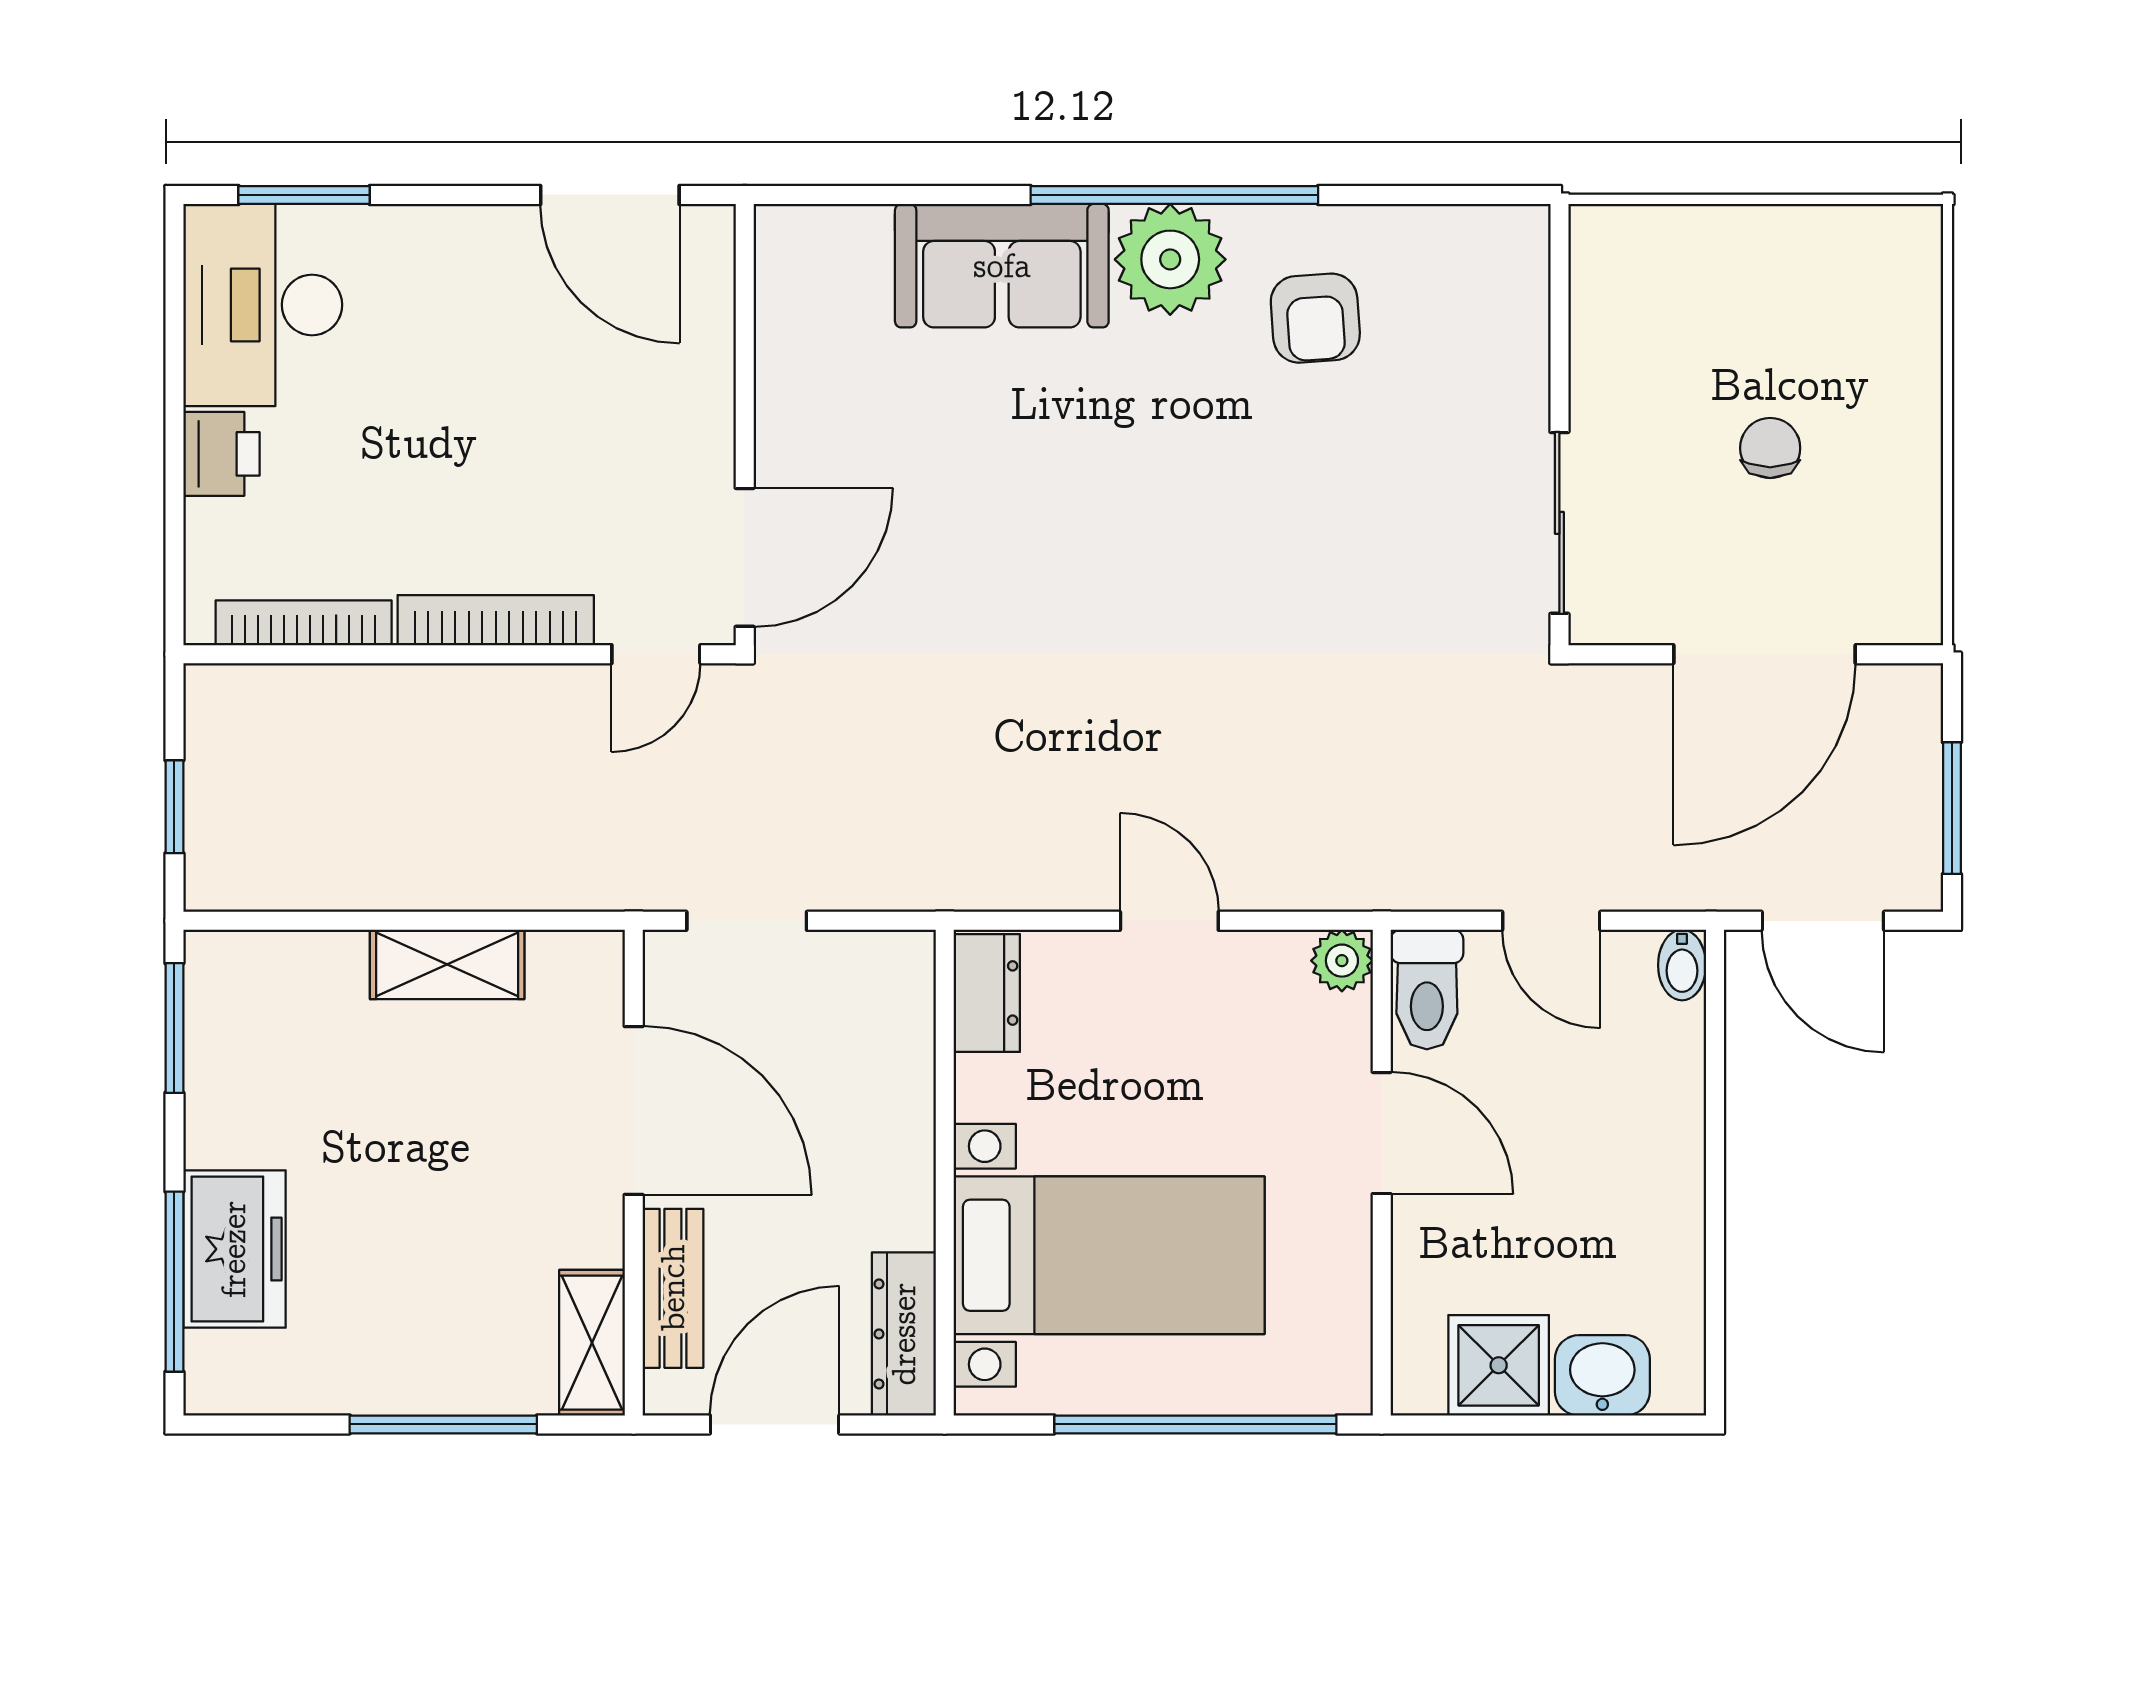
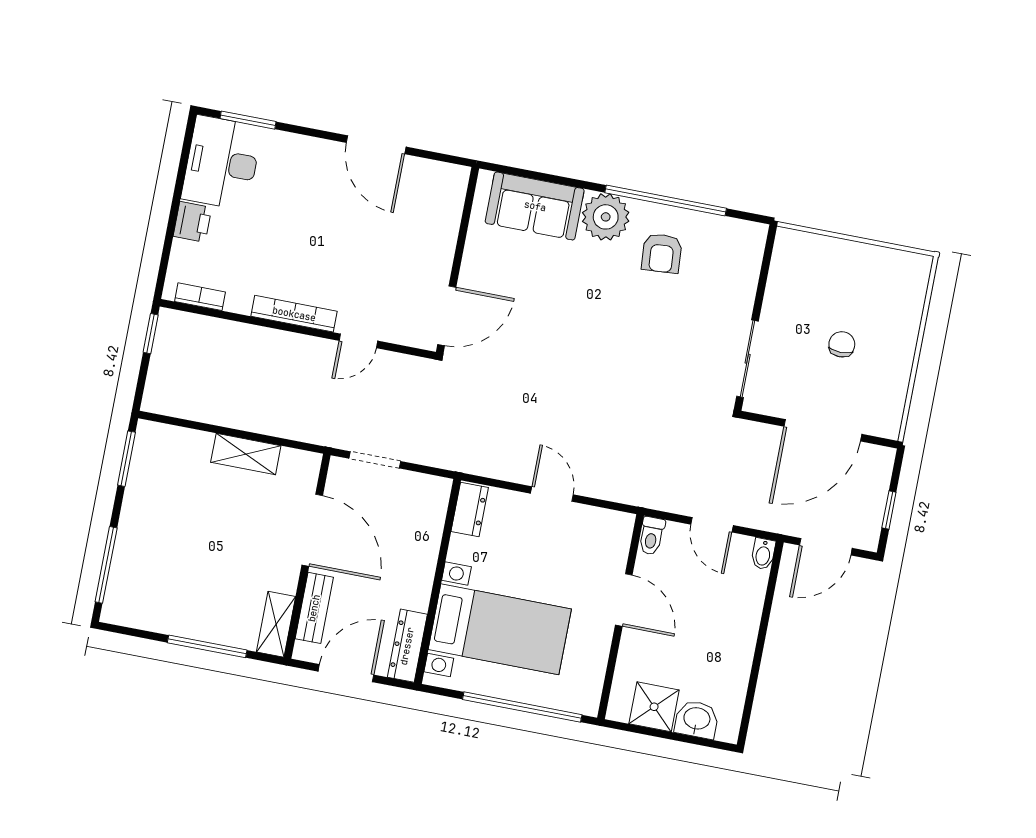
window: (1174, 195) -> (666, 200), moved
wall: (745, 425) -> (458, 260), moved
door: (745, 557) -> (447, 316), moved
bookcase: (304, 623) -> (200, 297), width x0.64
window: (174, 807) -> (151, 334), moved
window: (1952, 808) -> (889, 510), width x0.67
door: (1823, 921) -> (826, 547), hinge flipped
plant: (1342, 961) -> (621, 525), removed
toilet: (1427, 990) -> (652, 536), width x0.73, depth x0.72
freezer: (234, 1249) -> (134, 556), removed

